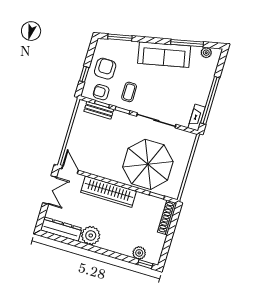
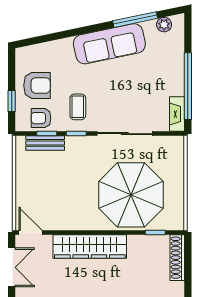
window: (120, 37) -> (44, 39), removed
armchair: (105, 69) -> (37, 85), turned 90

